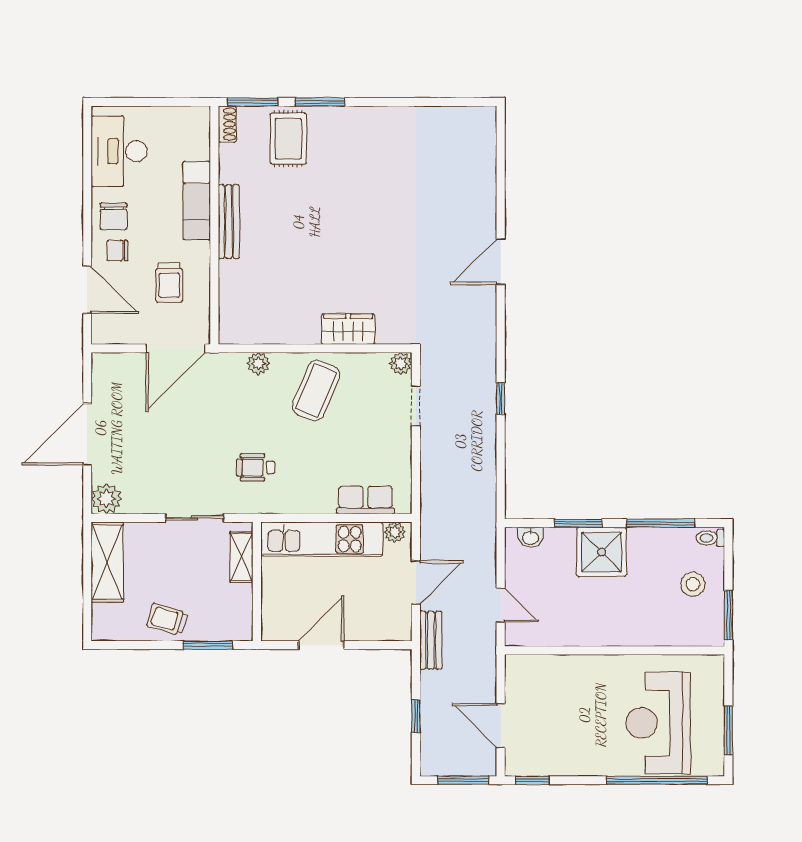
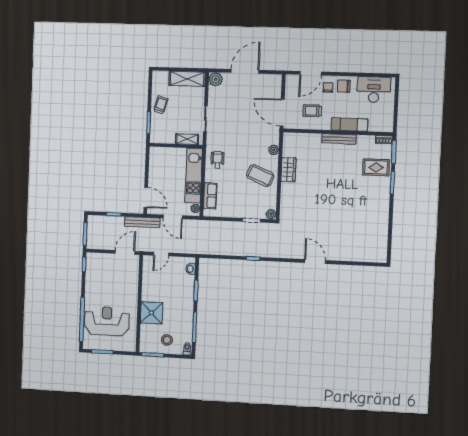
wardrobe: (348, 329) -> (288, 170), moved
door: (87, 434) -> (245, 71), hinge flipped
wheelchair: (255, 468) -> (217, 160), moved
shower: (601, 552) -> (152, 313), moved
bench: (431, 640) -> (142, 222), width x1.36
door: (321, 645) -> (146, 197), moved
door: (501, 726) -> (125, 252), moved

